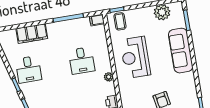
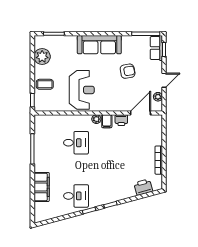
filing cabinet: (97, 20) -> (107, 121), moved
coffee table: (120, 21) -> (45, 84), moved
sofa: (181, 51) -> (99, 45), moved
reception desk: (135, 57) -> (82, 90), turned -90

